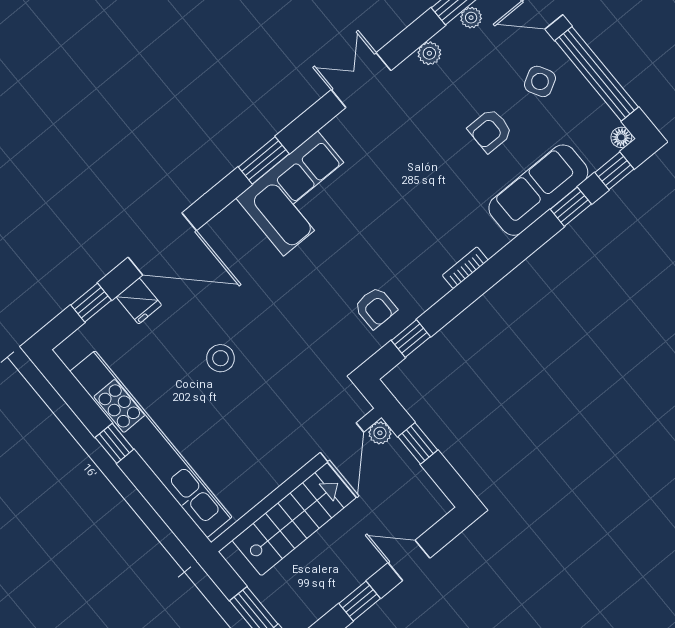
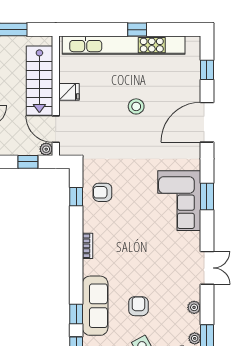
fridge: (139, 301) -> (69, 92), moved, turned 180

